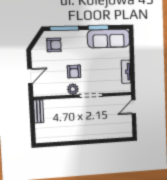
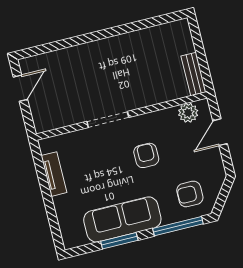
sofa: (109, 39) -> (122, 219), moved
plant: (73, 89) -> (188, 113), moved
door: (134, 107) -> (20, 88), moved

